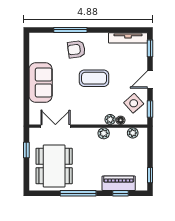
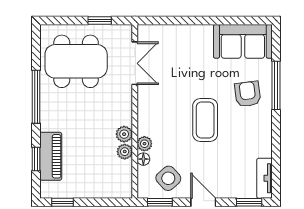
tv unit: (128, 38) -> (264, 178), width x0.71
sofa: (41, 83) -> (243, 41), moved
plant: (133, 133) -> (125, 152), moved

